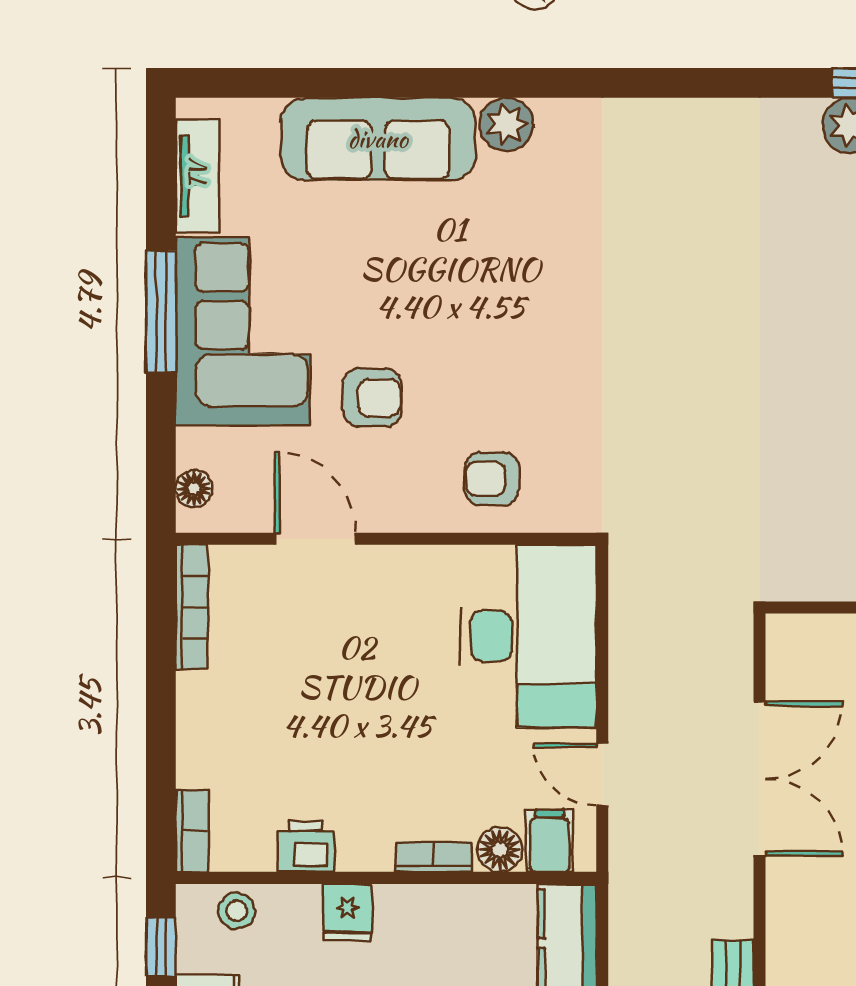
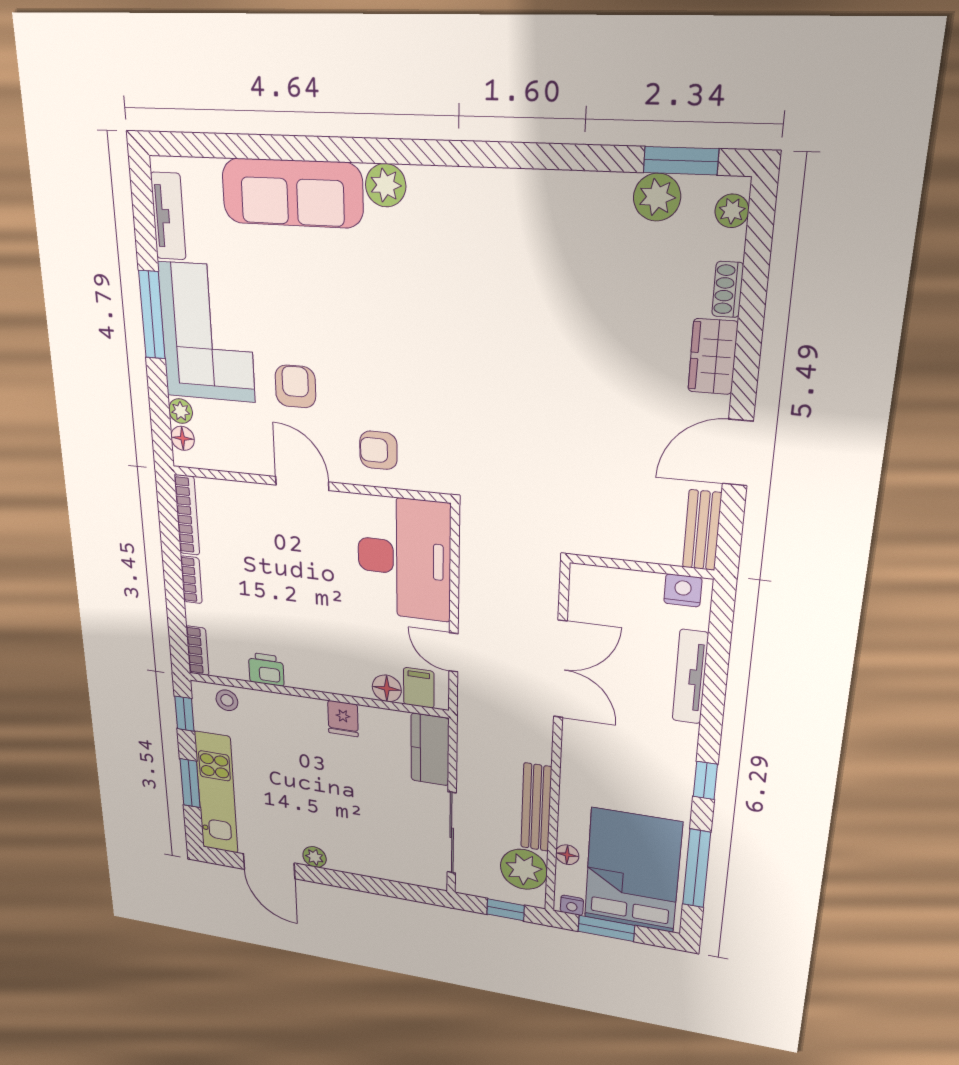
armchair: (372, 398) -> (295, 386), turned -90
plant: (194, 448) -> (181, 411), added
door: (315, 539) -> (302, 483), moved
bookcase: (434, 857) -> (191, 580), moved, turned 90
fridge: (348, 912) -> (343, 719), moved

